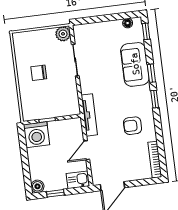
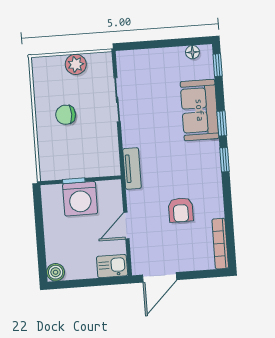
plant: (63, 34) -> (76, 64), moved
tv unit: (89, 115) -> (132, 168), width x0.71
armchair: (133, 126) -> (181, 210), moved, turned -90
washing machine: (36, 135) -> (80, 199), moved
window: (55, 193) -> (80, 283), removed

